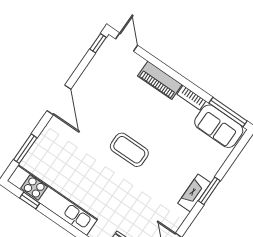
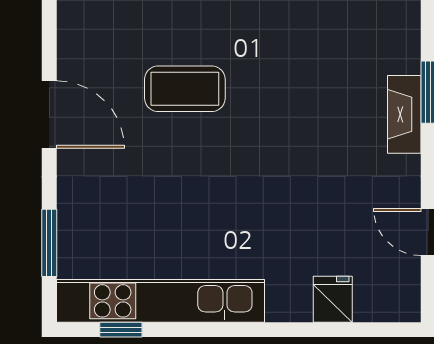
coffee table: (129, 150) -> (185, 89), moved

